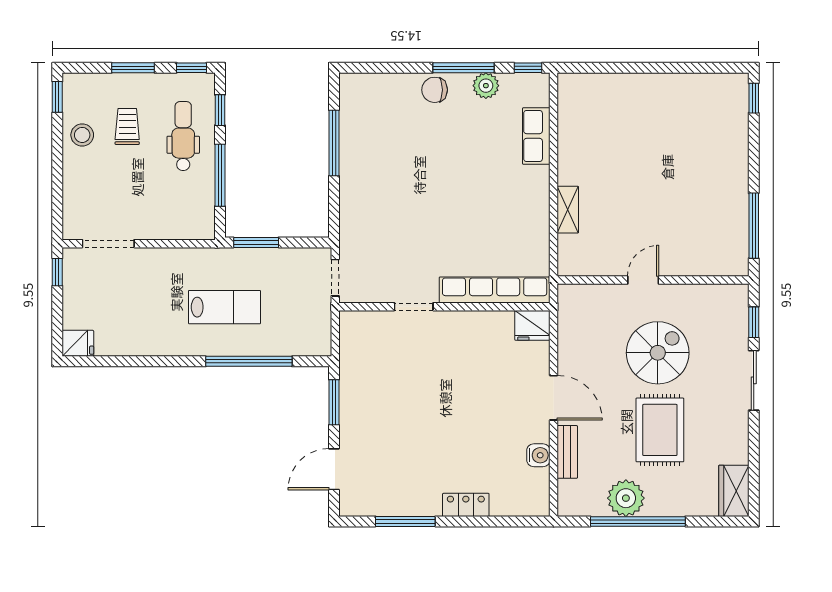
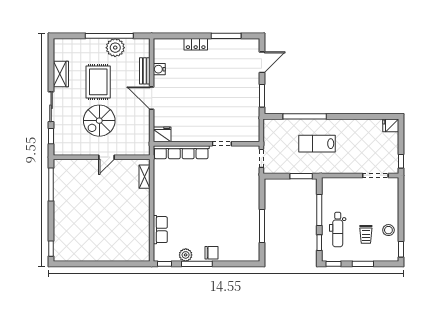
shelving: (568, 210) -> (144, 177), moved
wardrobe: (734, 491) -> (61, 74), moved

